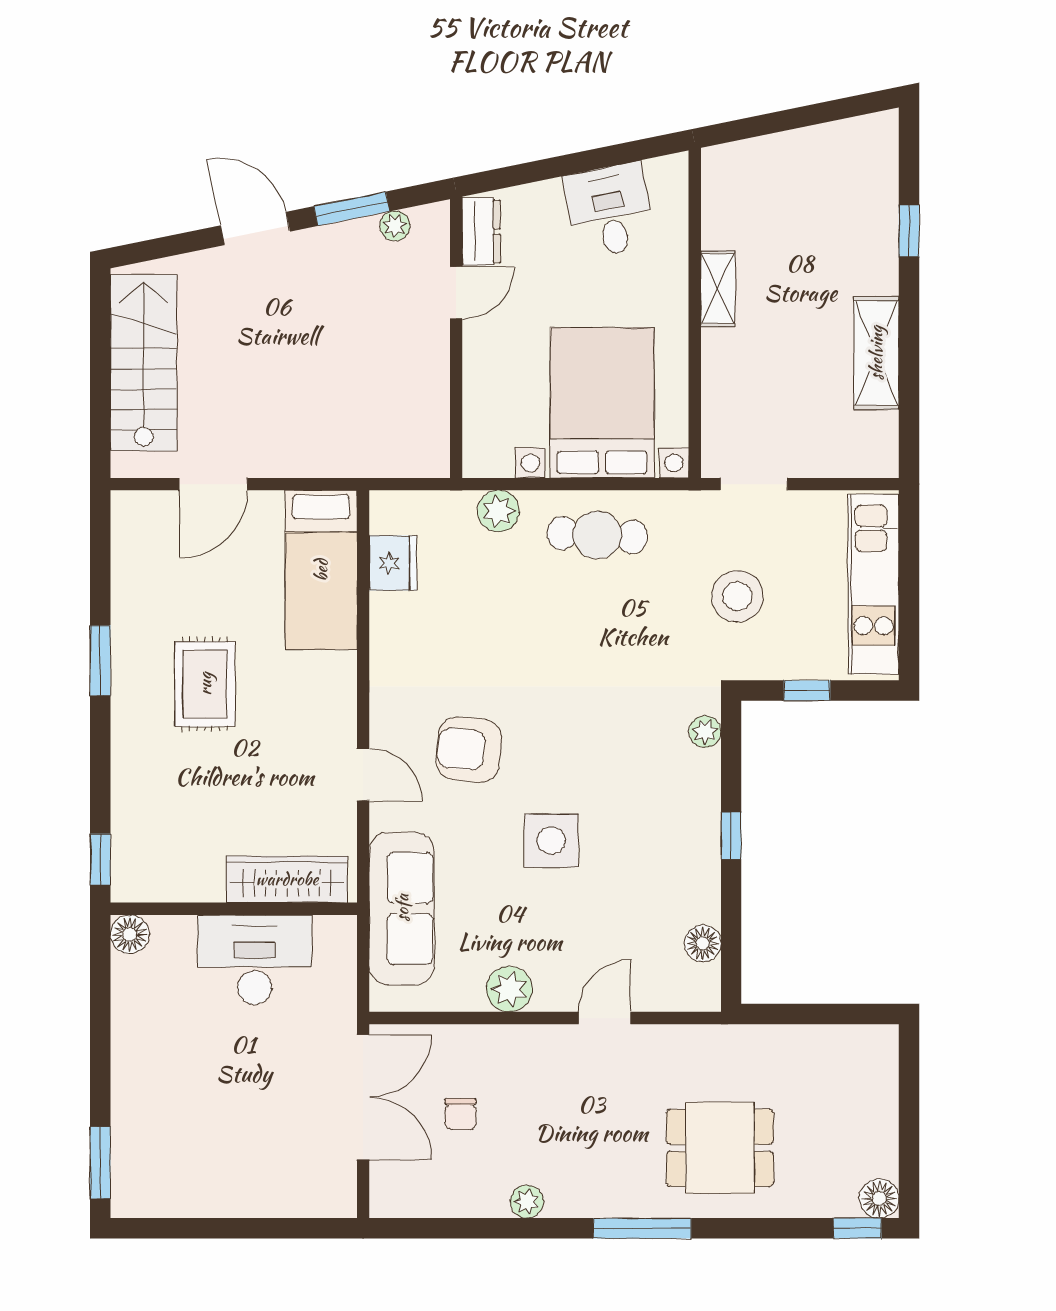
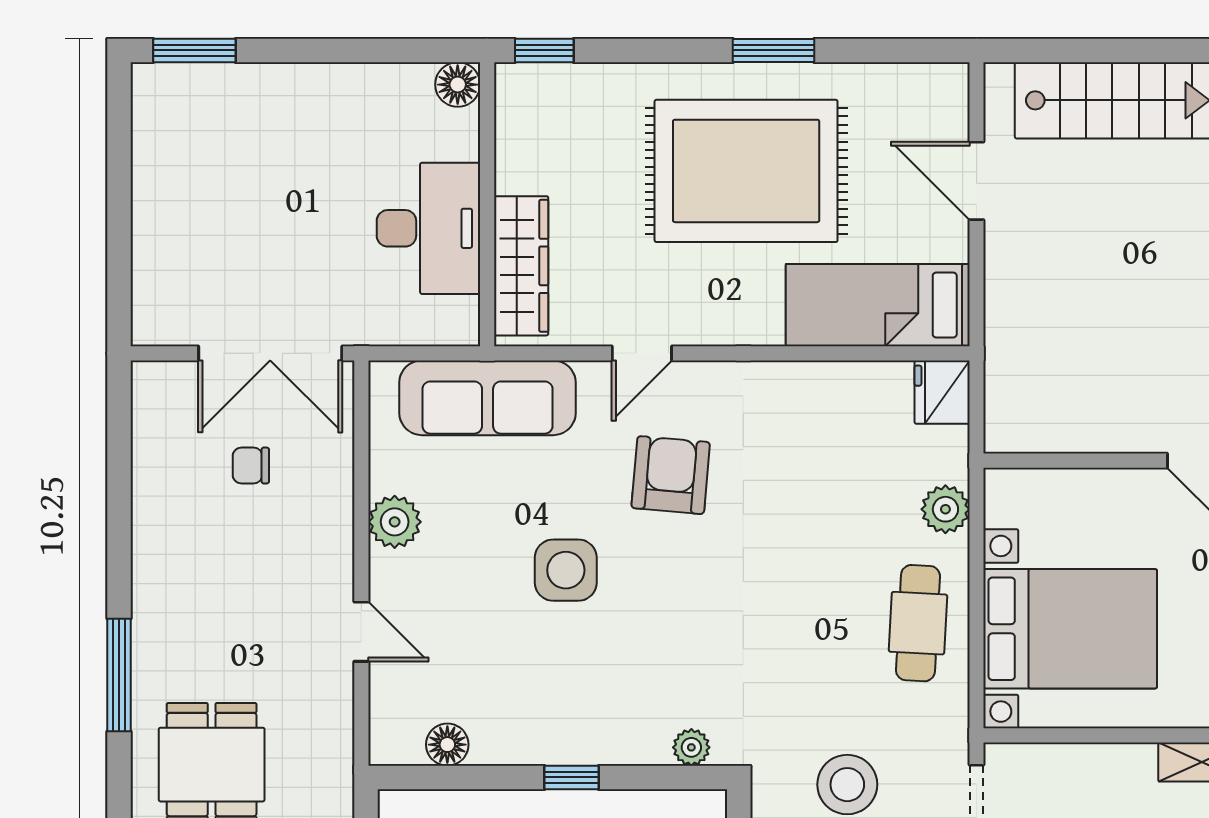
fridge: (393, 563) -> (942, 392), moved, turned 90
rug: (205, 684) -> (746, 171), width x1.86, depth x2.06
plant: (527, 1202) -> (150, 542), removed

